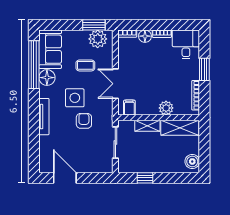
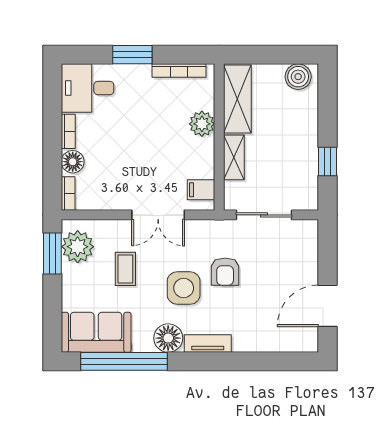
floor lamp: (47, 78) -> (168, 338), moved
tv unit: (44, 117) -> (208, 344), width x0.71
armchair: (84, 121) -> (225, 272), turned -90

